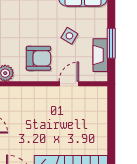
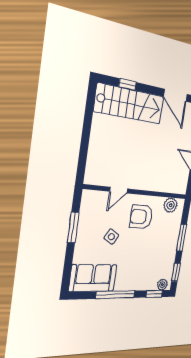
fireplace: (100, 55) -> (86, 216), removed

